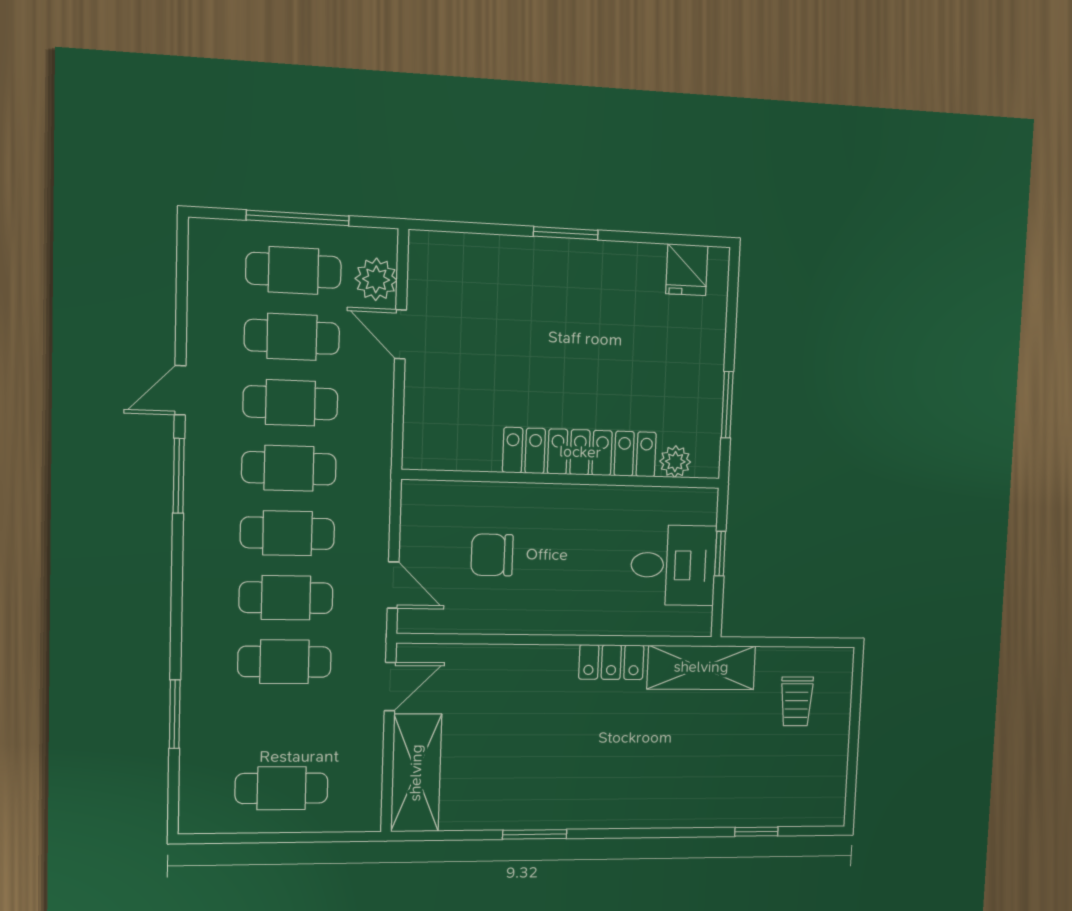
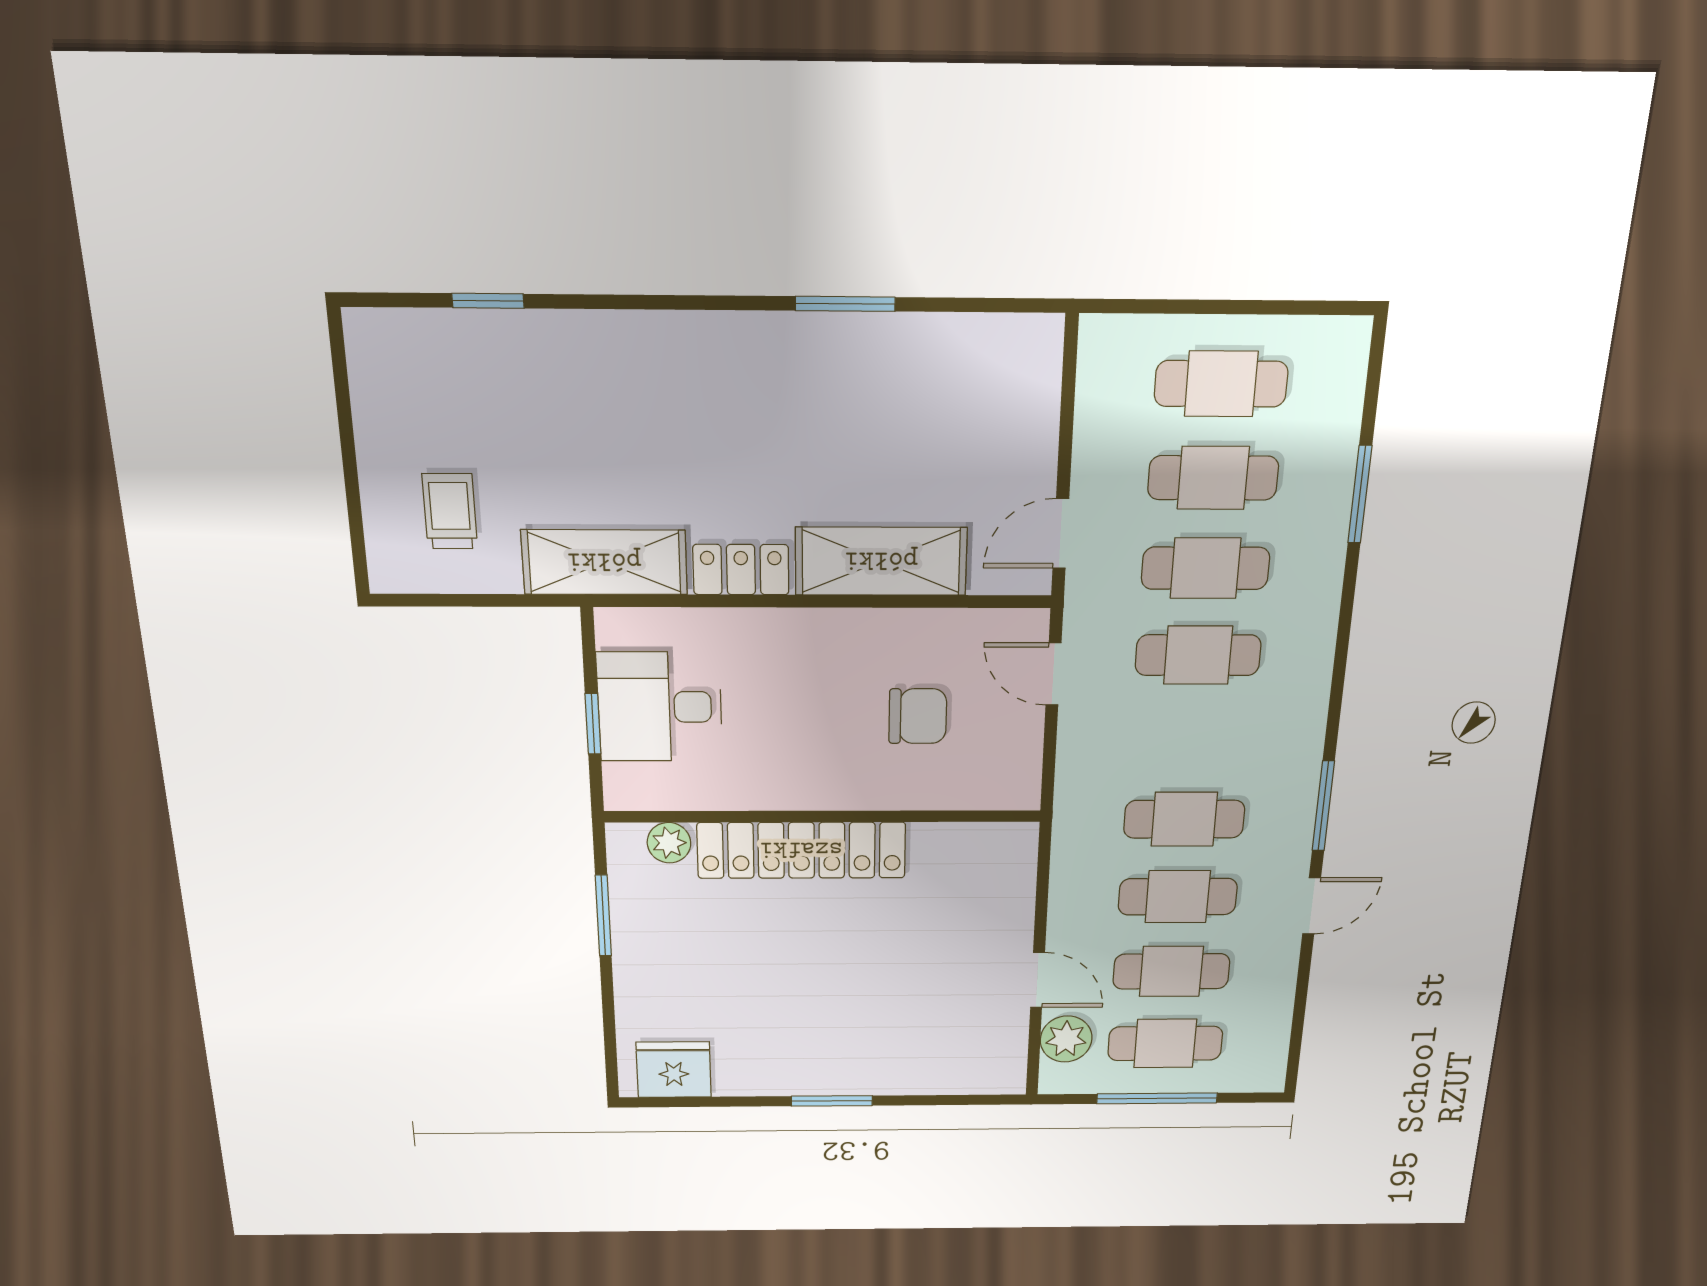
fridge: (687, 270) -> (674, 1070), width x1.38
cafe table: (287, 533) -> (1213, 478), moved
shelving: (416, 773) -> (881, 561), moved, turned 90

